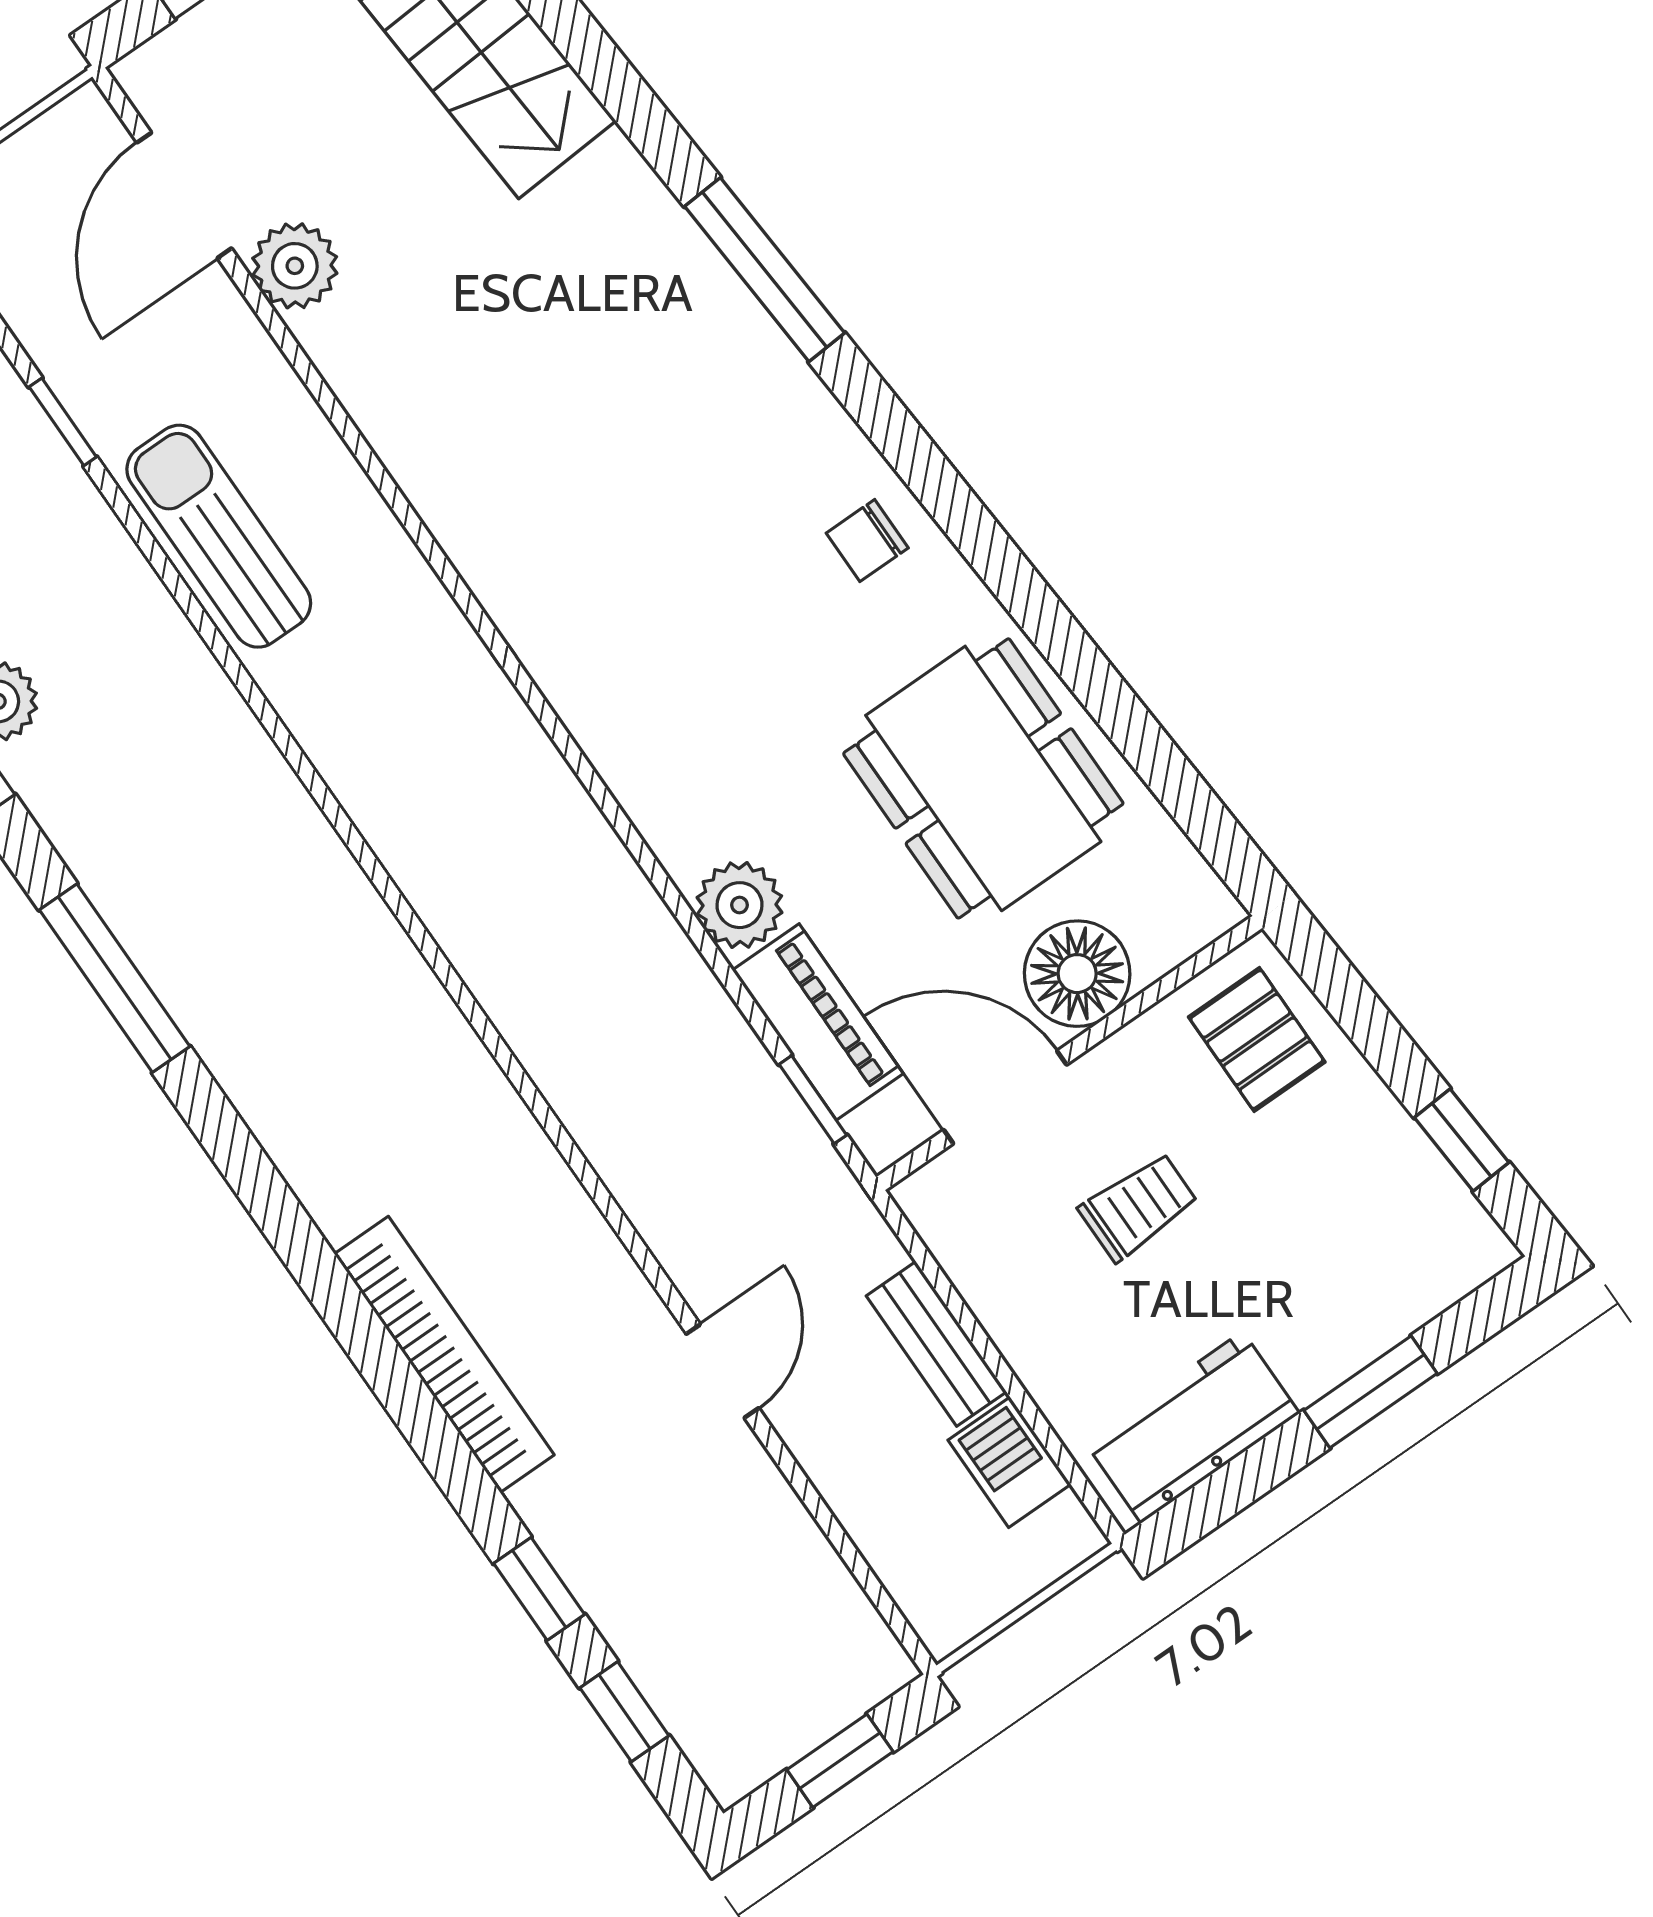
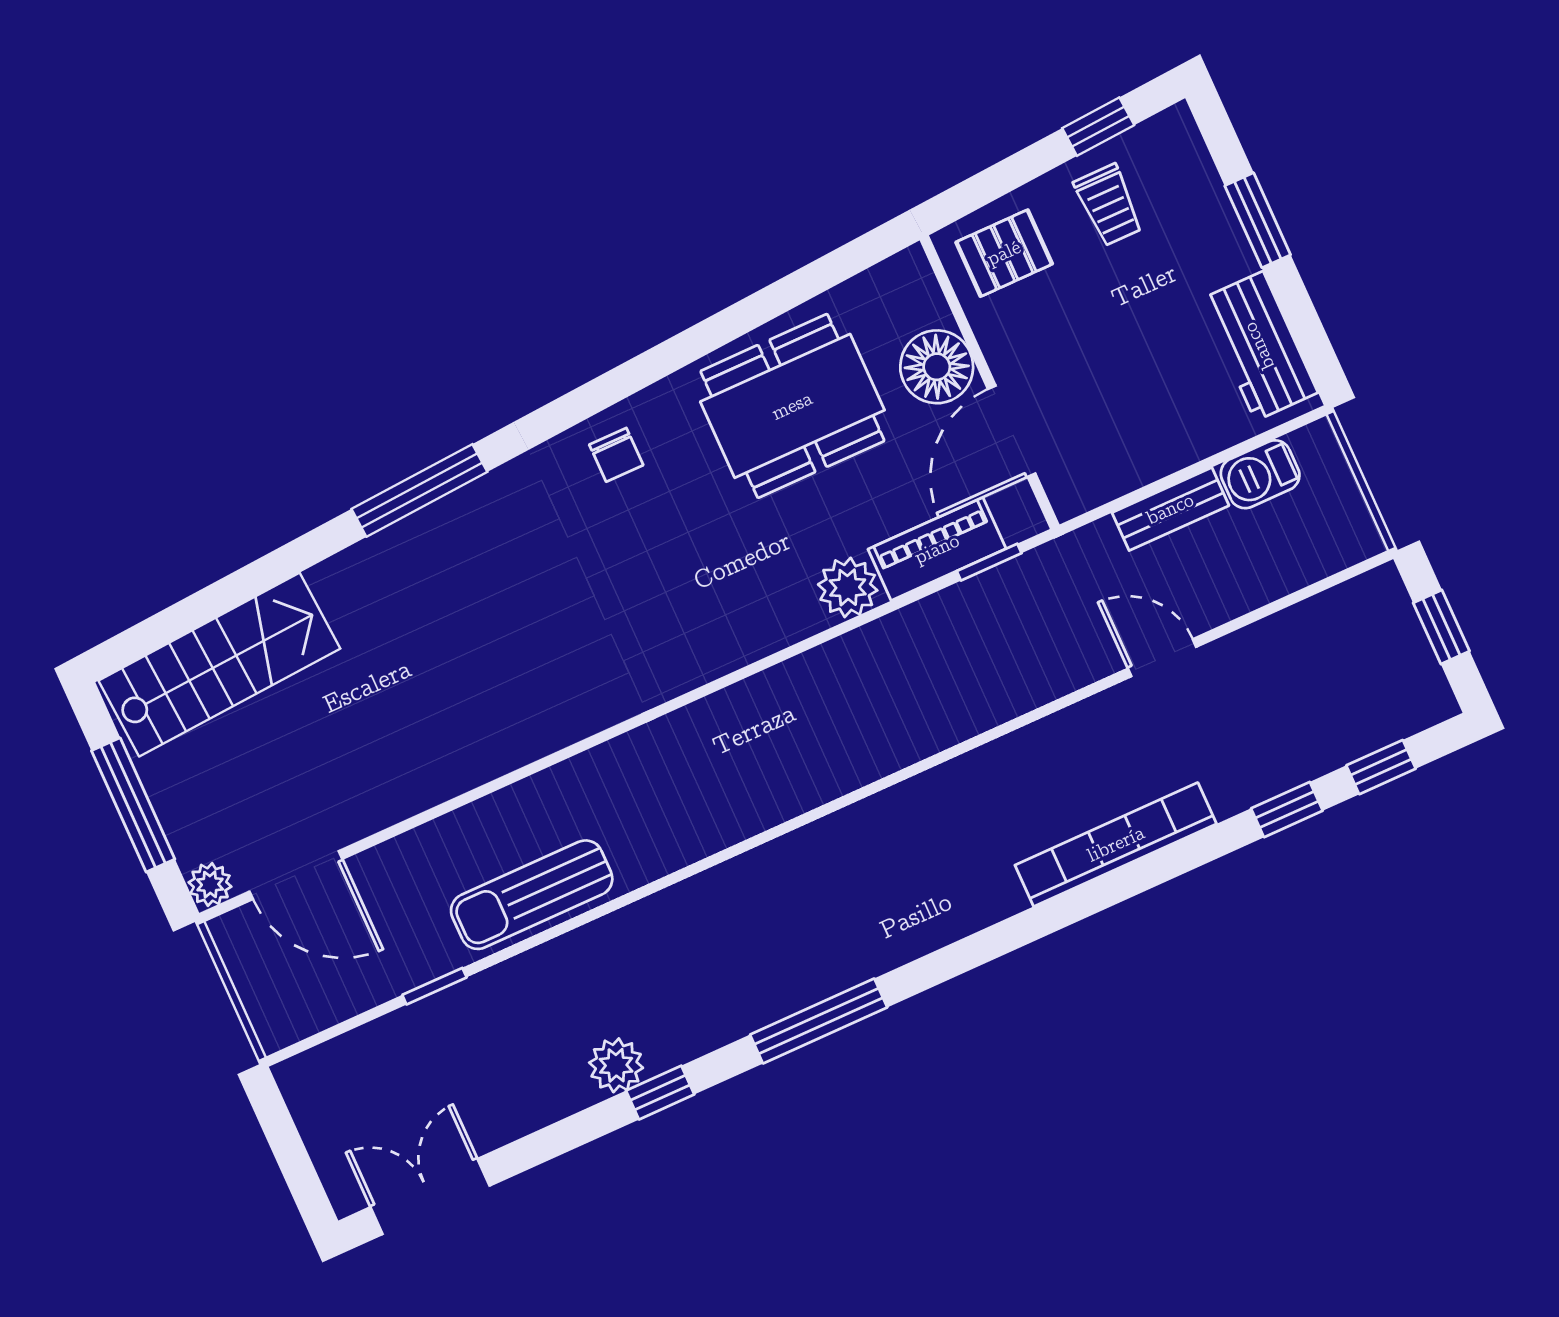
plant: (295, 266) -> (210, 885), moved, width x0.73, depth x0.73
trolley: (1138, 1207) -> (1109, 205), moved, turned 180

